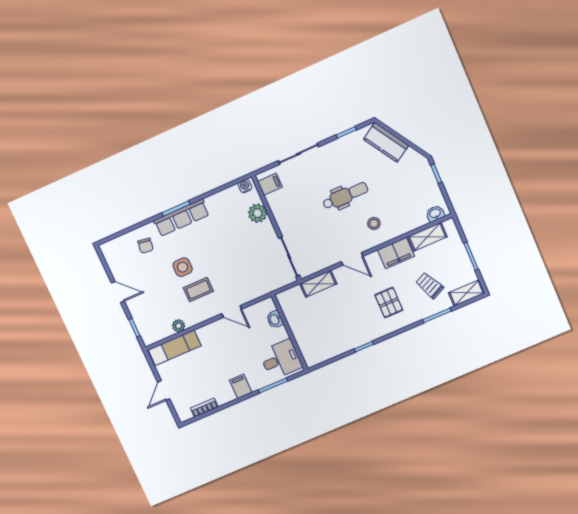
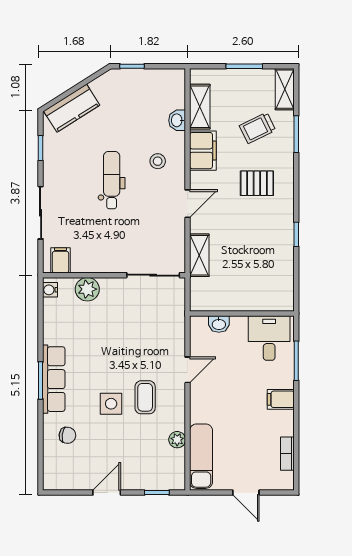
washbasin: (435, 214) -> (177, 120), moved

